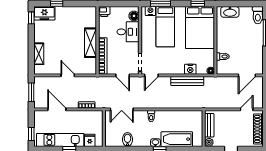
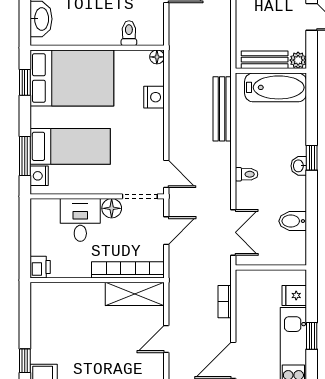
floor lamp: (134, 16) -> (112, 208), moved
shelving: (91, 43) -> (135, 294), moved
bench: (187, 81) -> (222, 109), moved
bathtub: (177, 139) -> (276, 87), moved, turned -90

